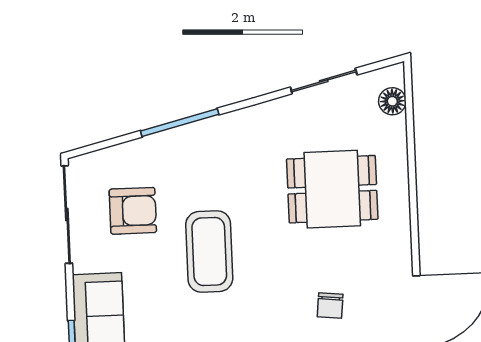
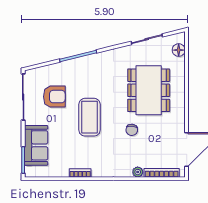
dining table: (332, 189) -> (149, 90), width x1.38
chair: (330, 306) -> (132, 130), moved

